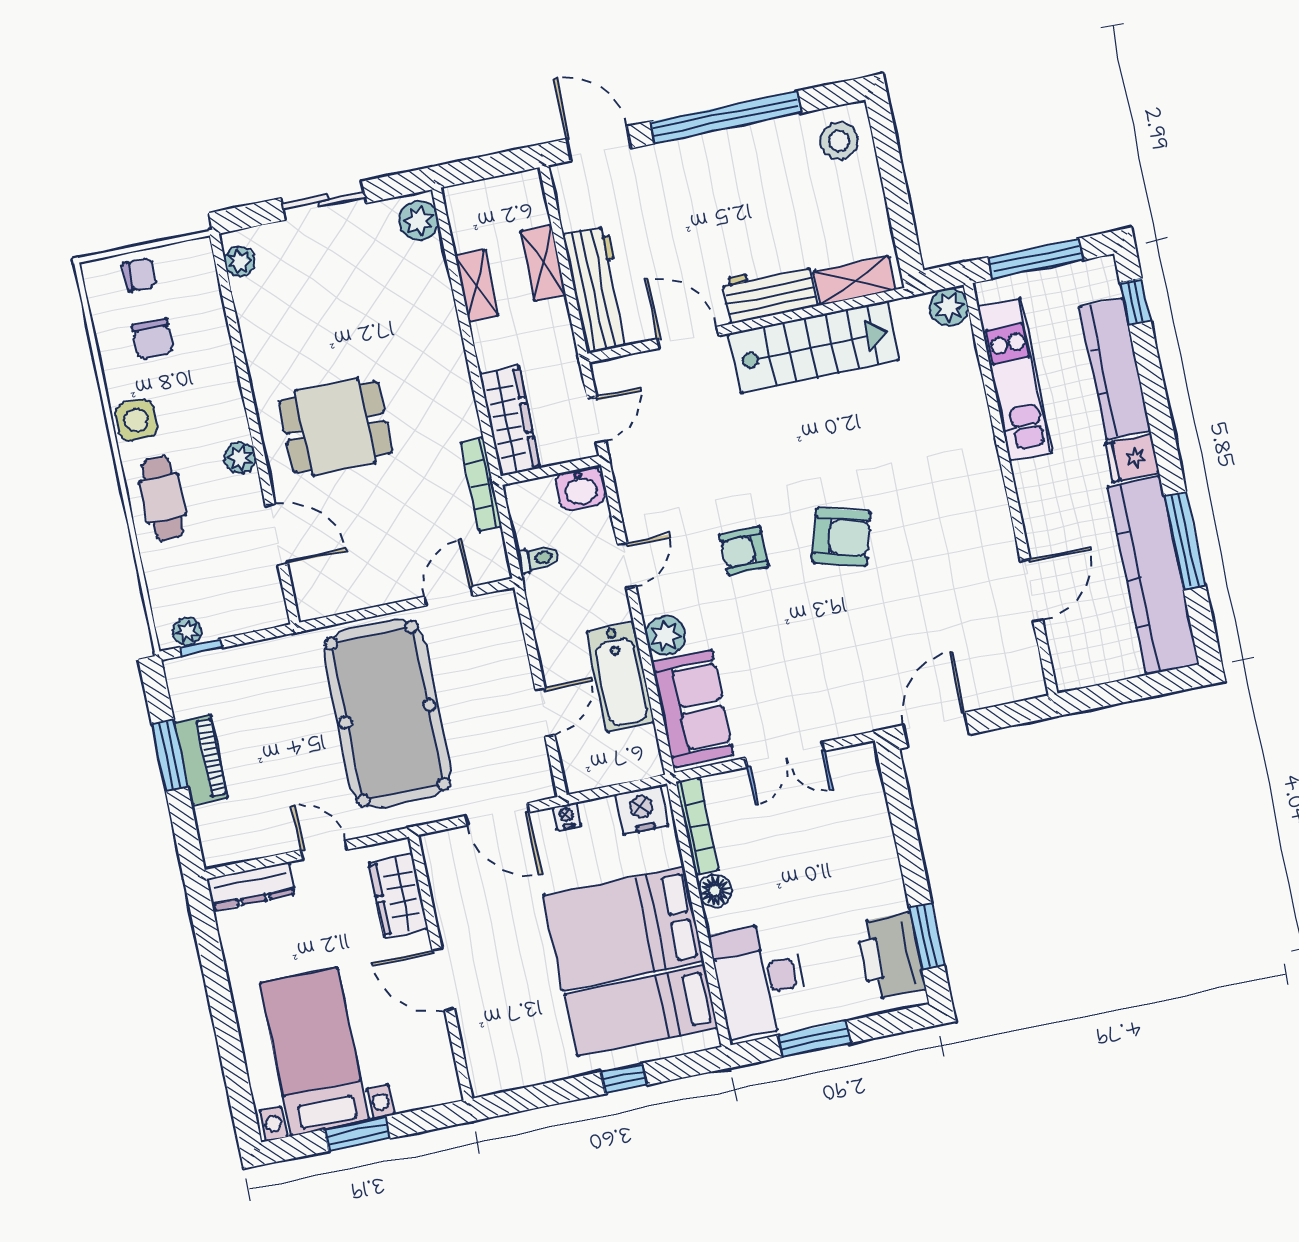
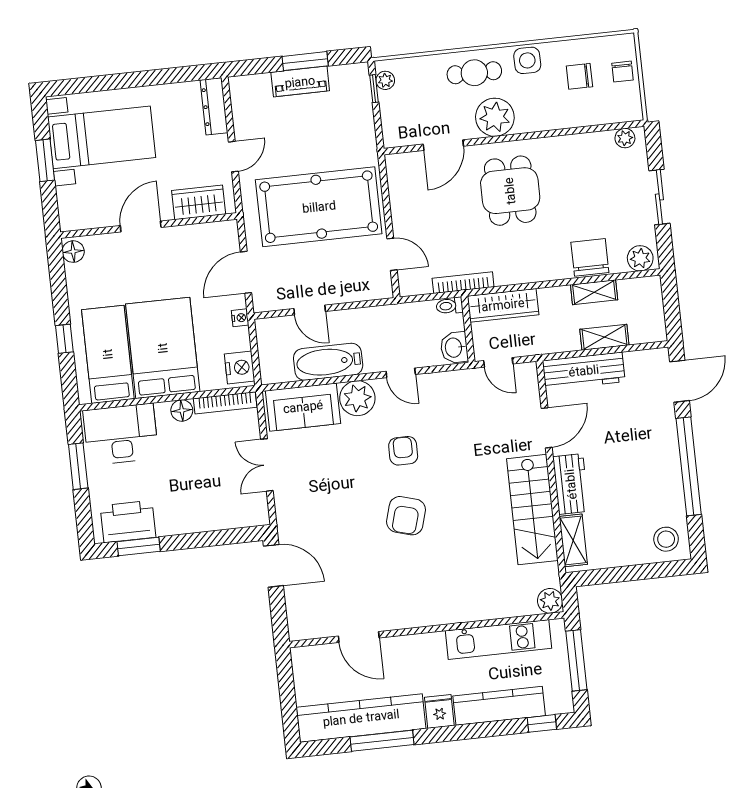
chair: (425, 297) -> (590, 257), added
plant: (240, 458) -> (495, 117), width x1.88, depth x1.88
toilet: (538, 559) -> (449, 306), moved, turned 90
plant: (666, 636) -> (357, 398), width x1.36, depth x1.36
floor lamp: (491, 1078) -> (73, 252), added

